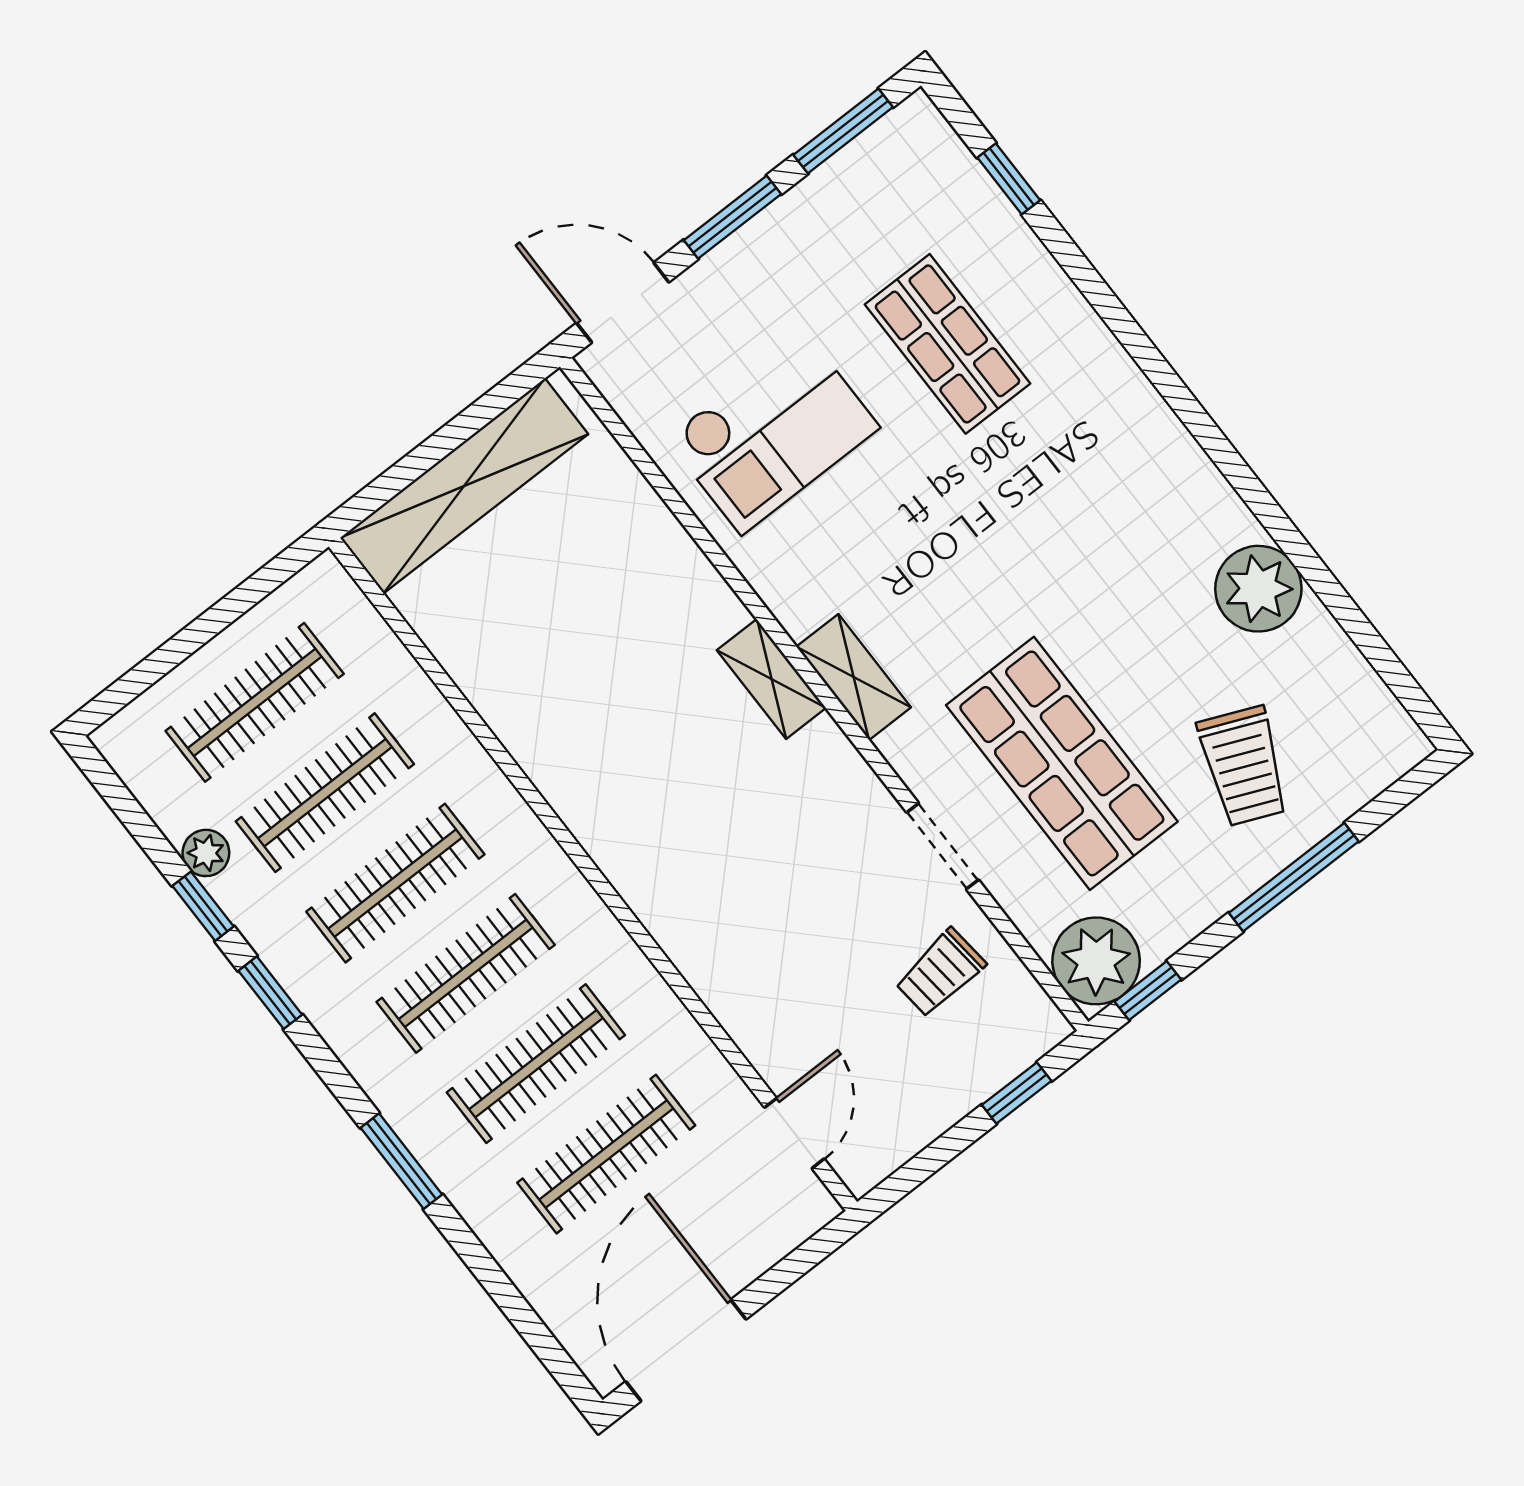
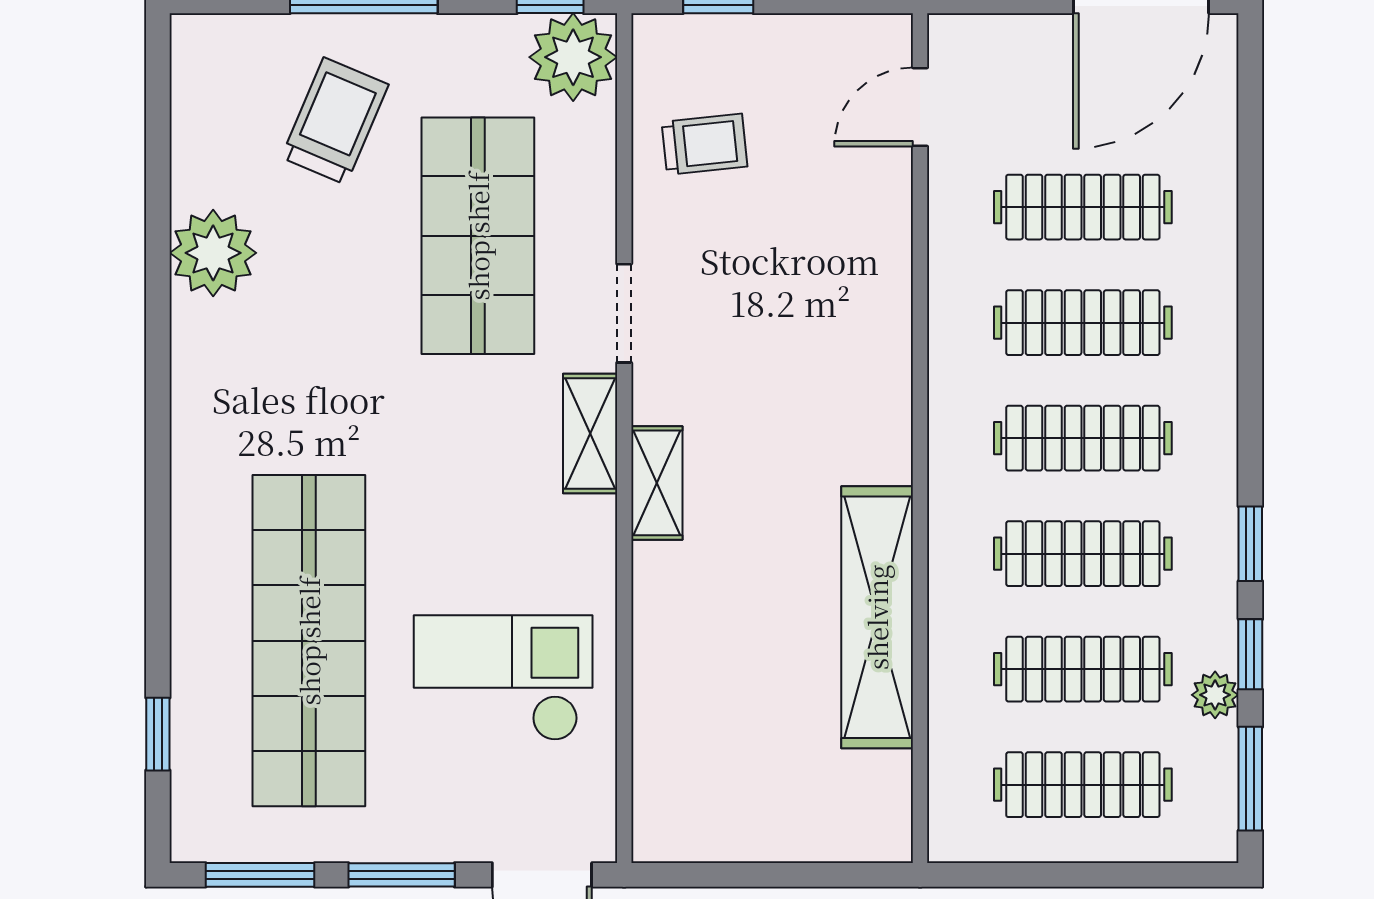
shop shelf: (948, 344) -> (309, 641), width x2.00, depth x1.36
shelving: (464, 486) -> (877, 617), moved, turned 90
doorway: (943, 846) -> (624, 313), moved
window: (401, 1161) -> (1250, 779), moved

